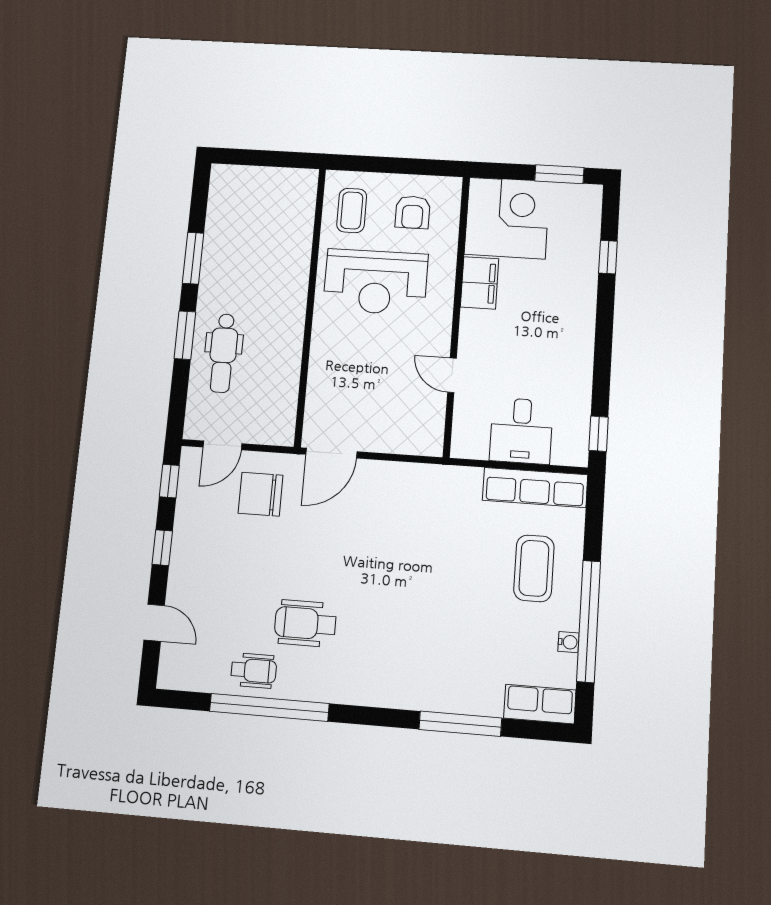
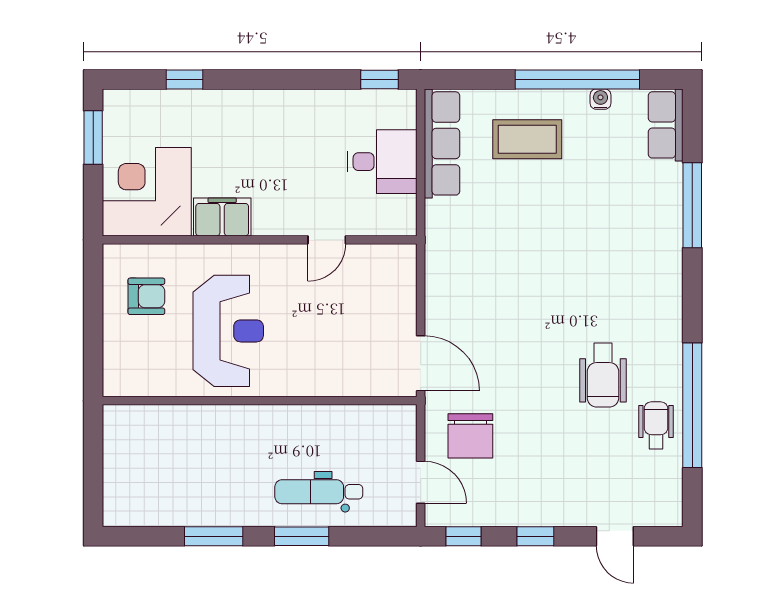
coffee table: (352, 210) -> (148, 364), removed
dental chair: (223, 353) -> (319, 492), turned 180
door: (154, 623) -> (615, 536), swing flipped

